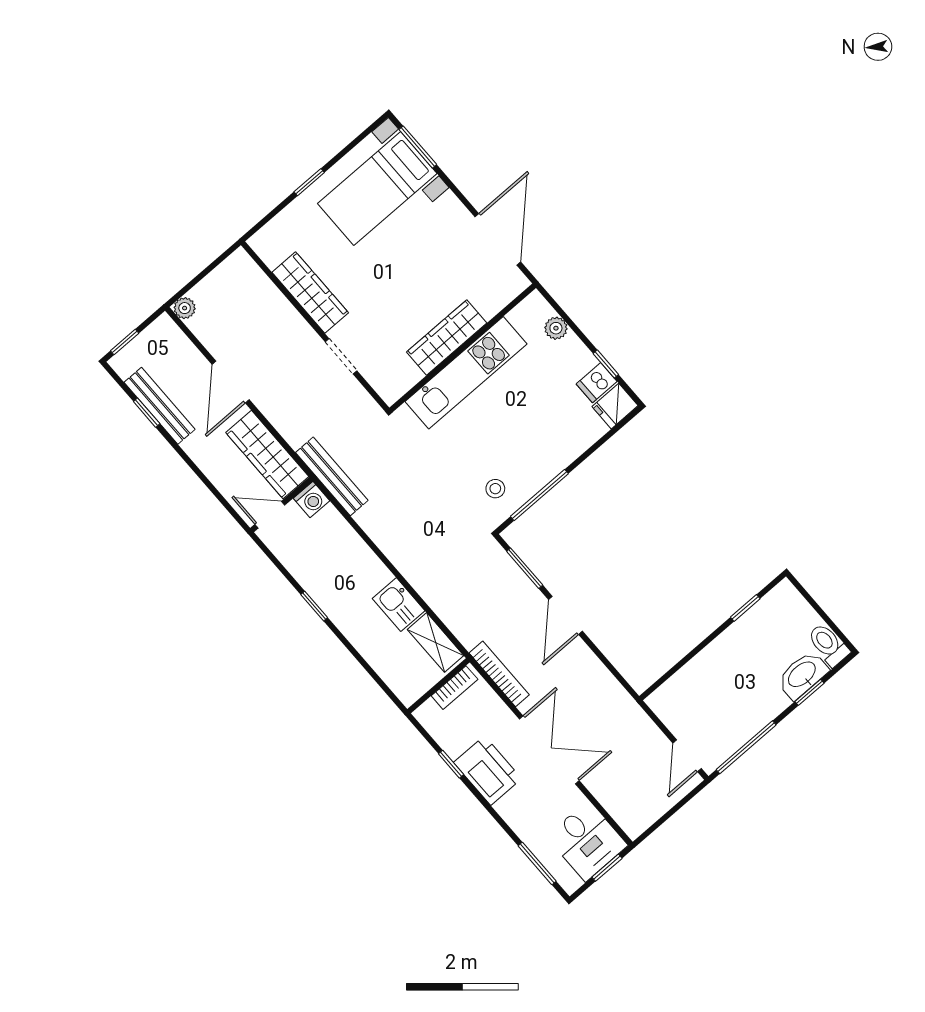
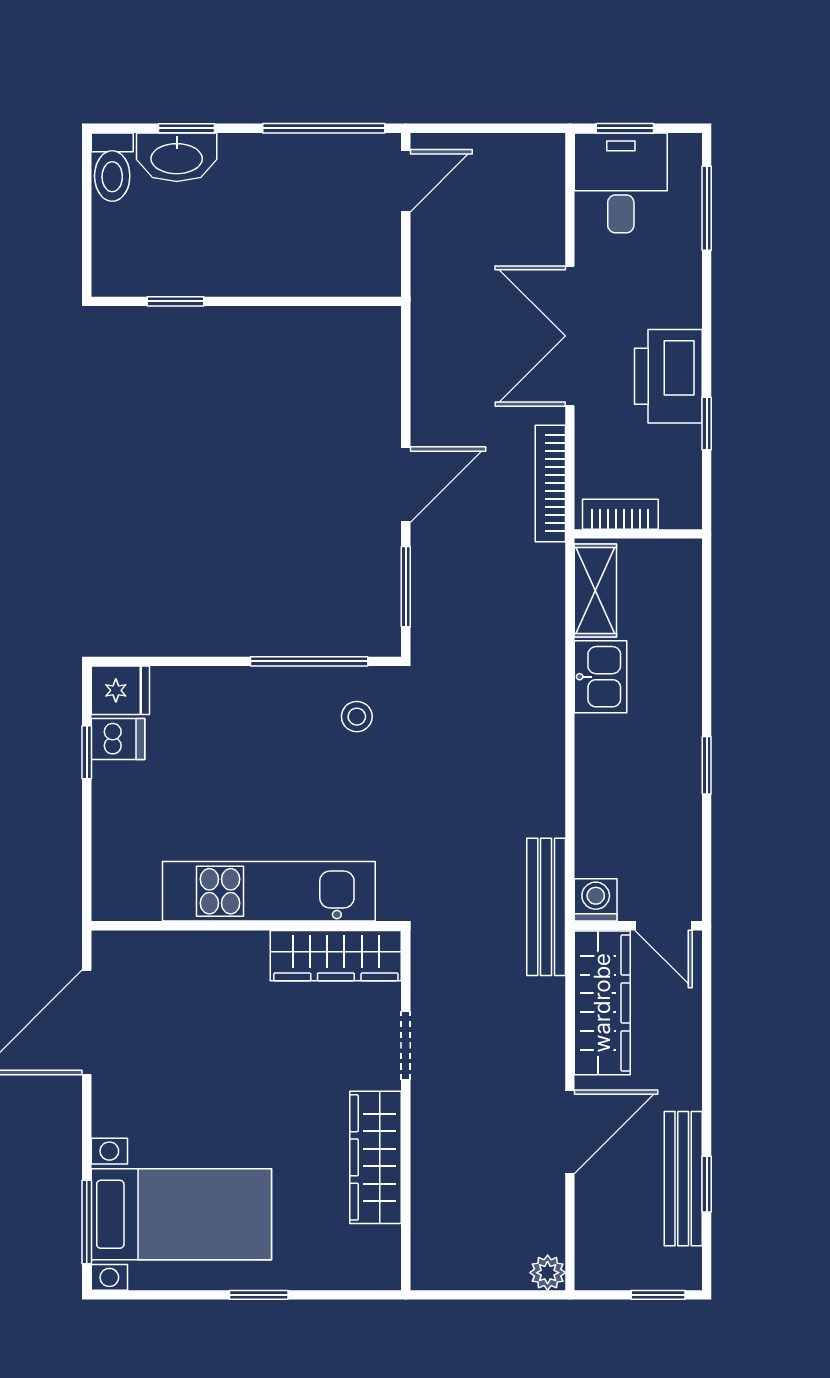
plant: (556, 328) -> (110, 850), removed
wardrobe: (447, 337) -> (336, 956), moved

